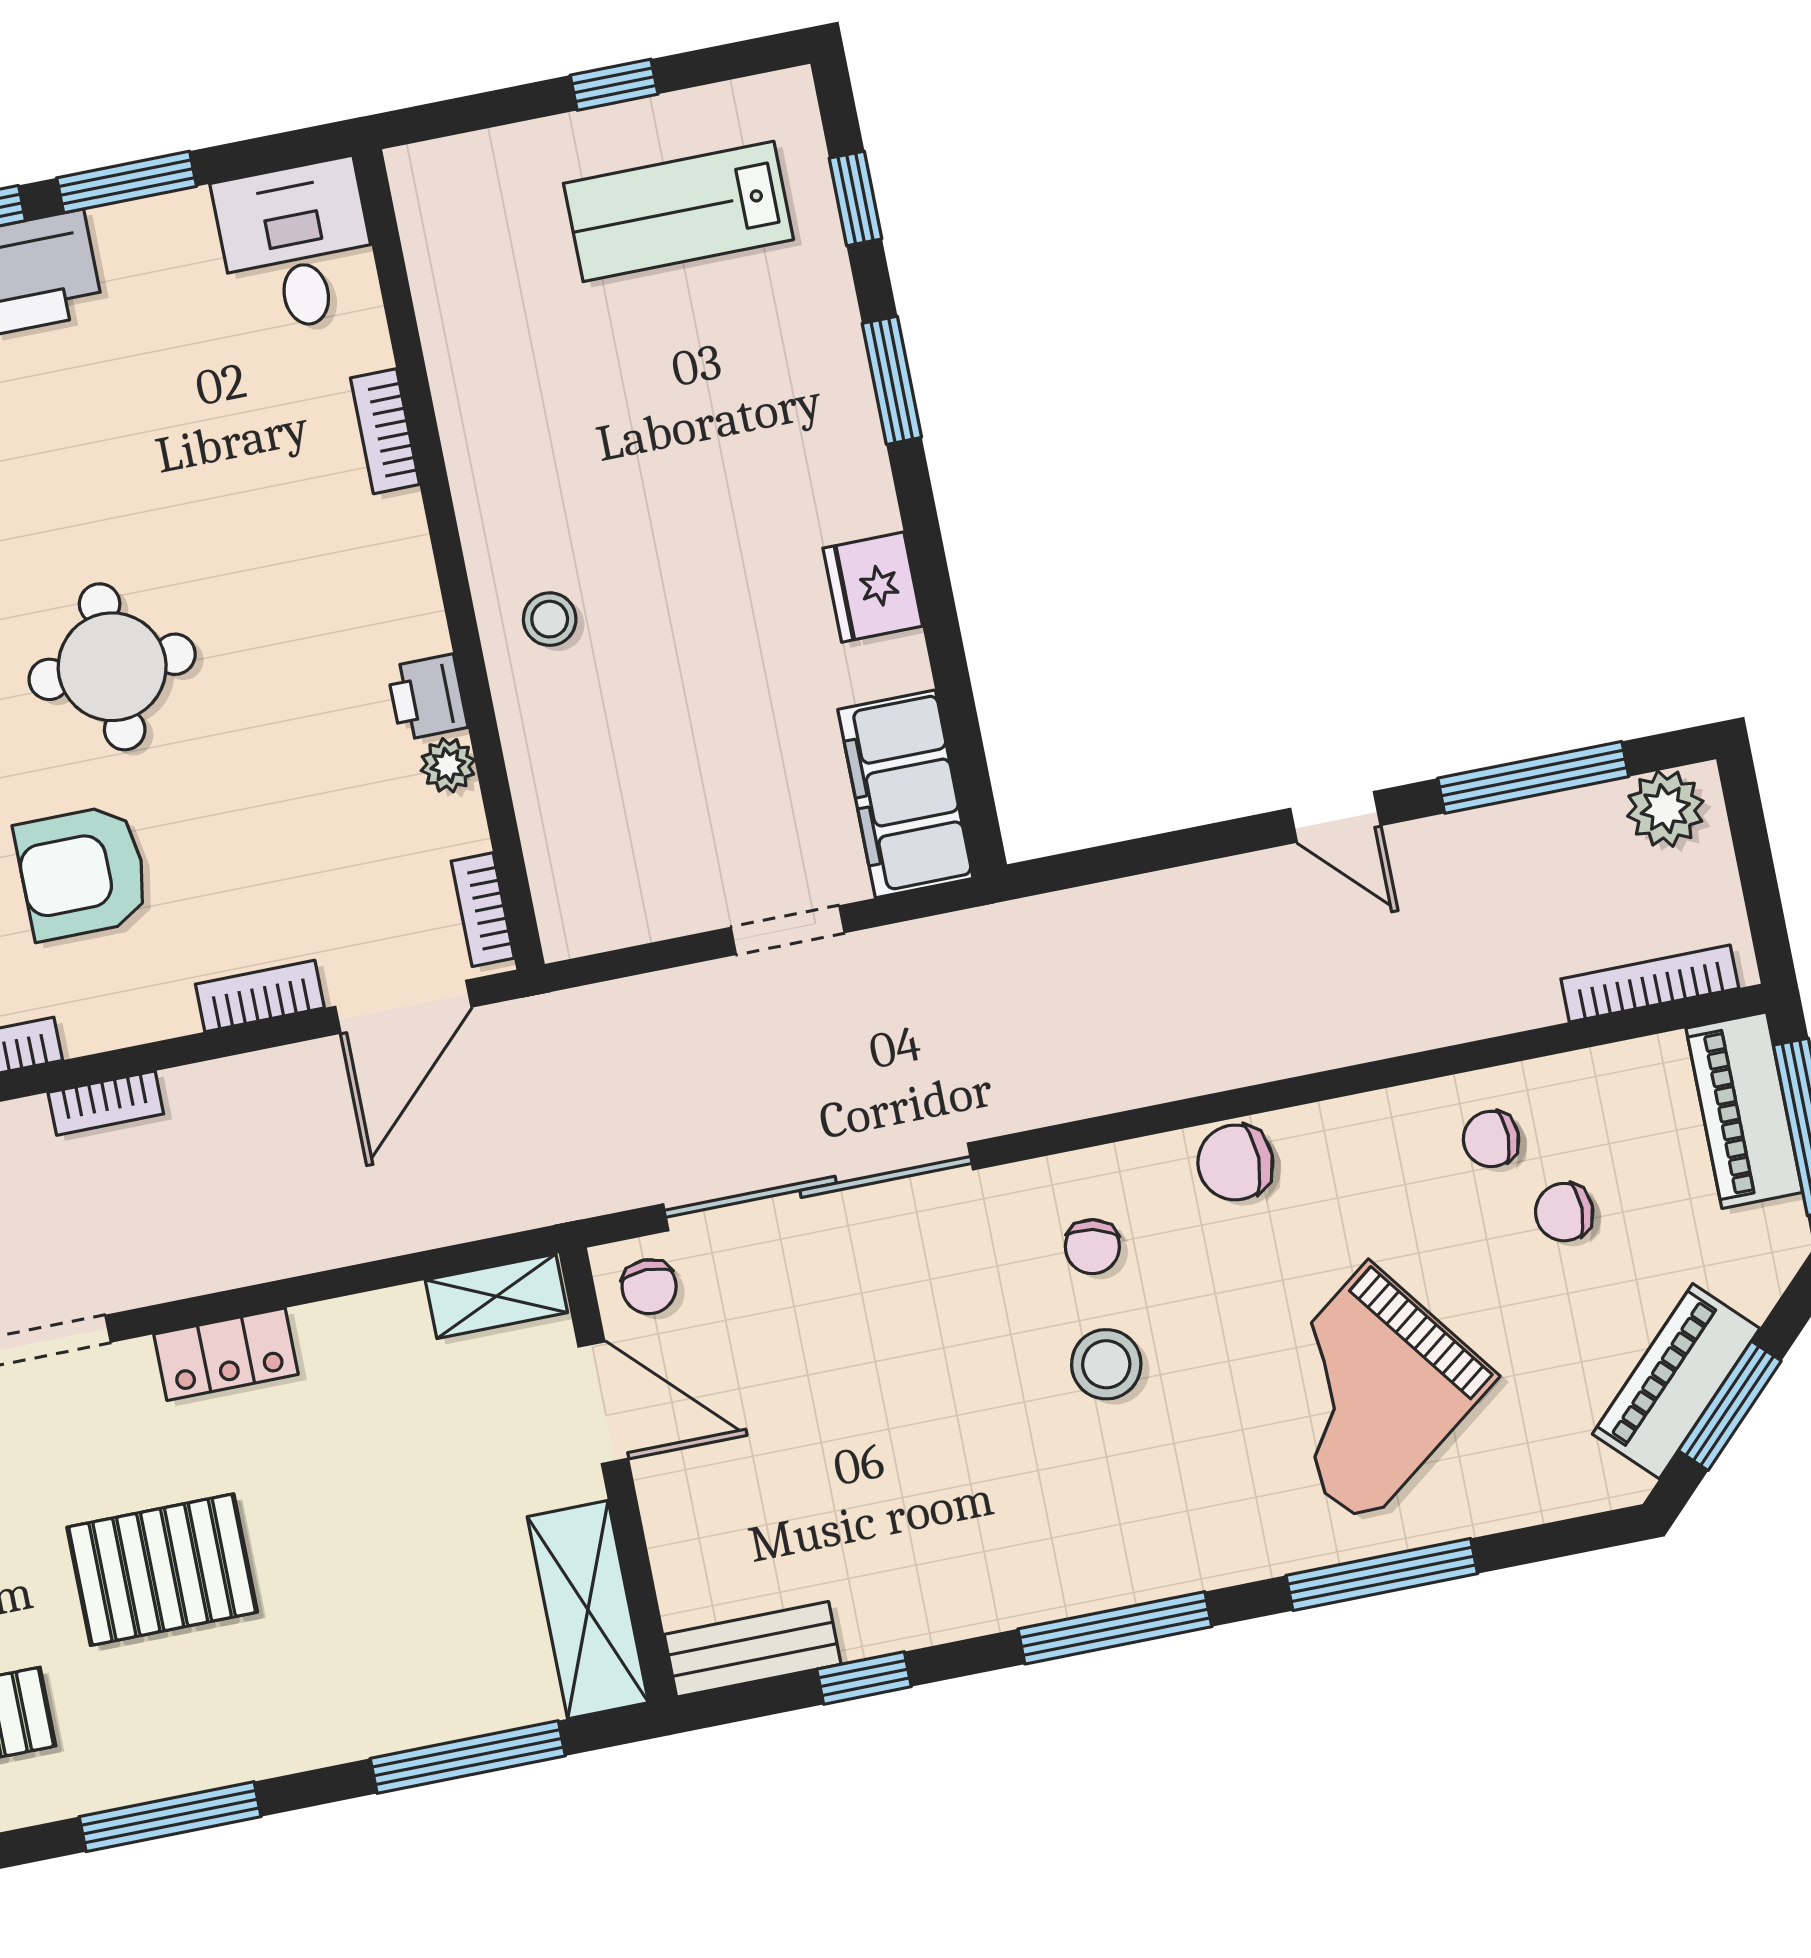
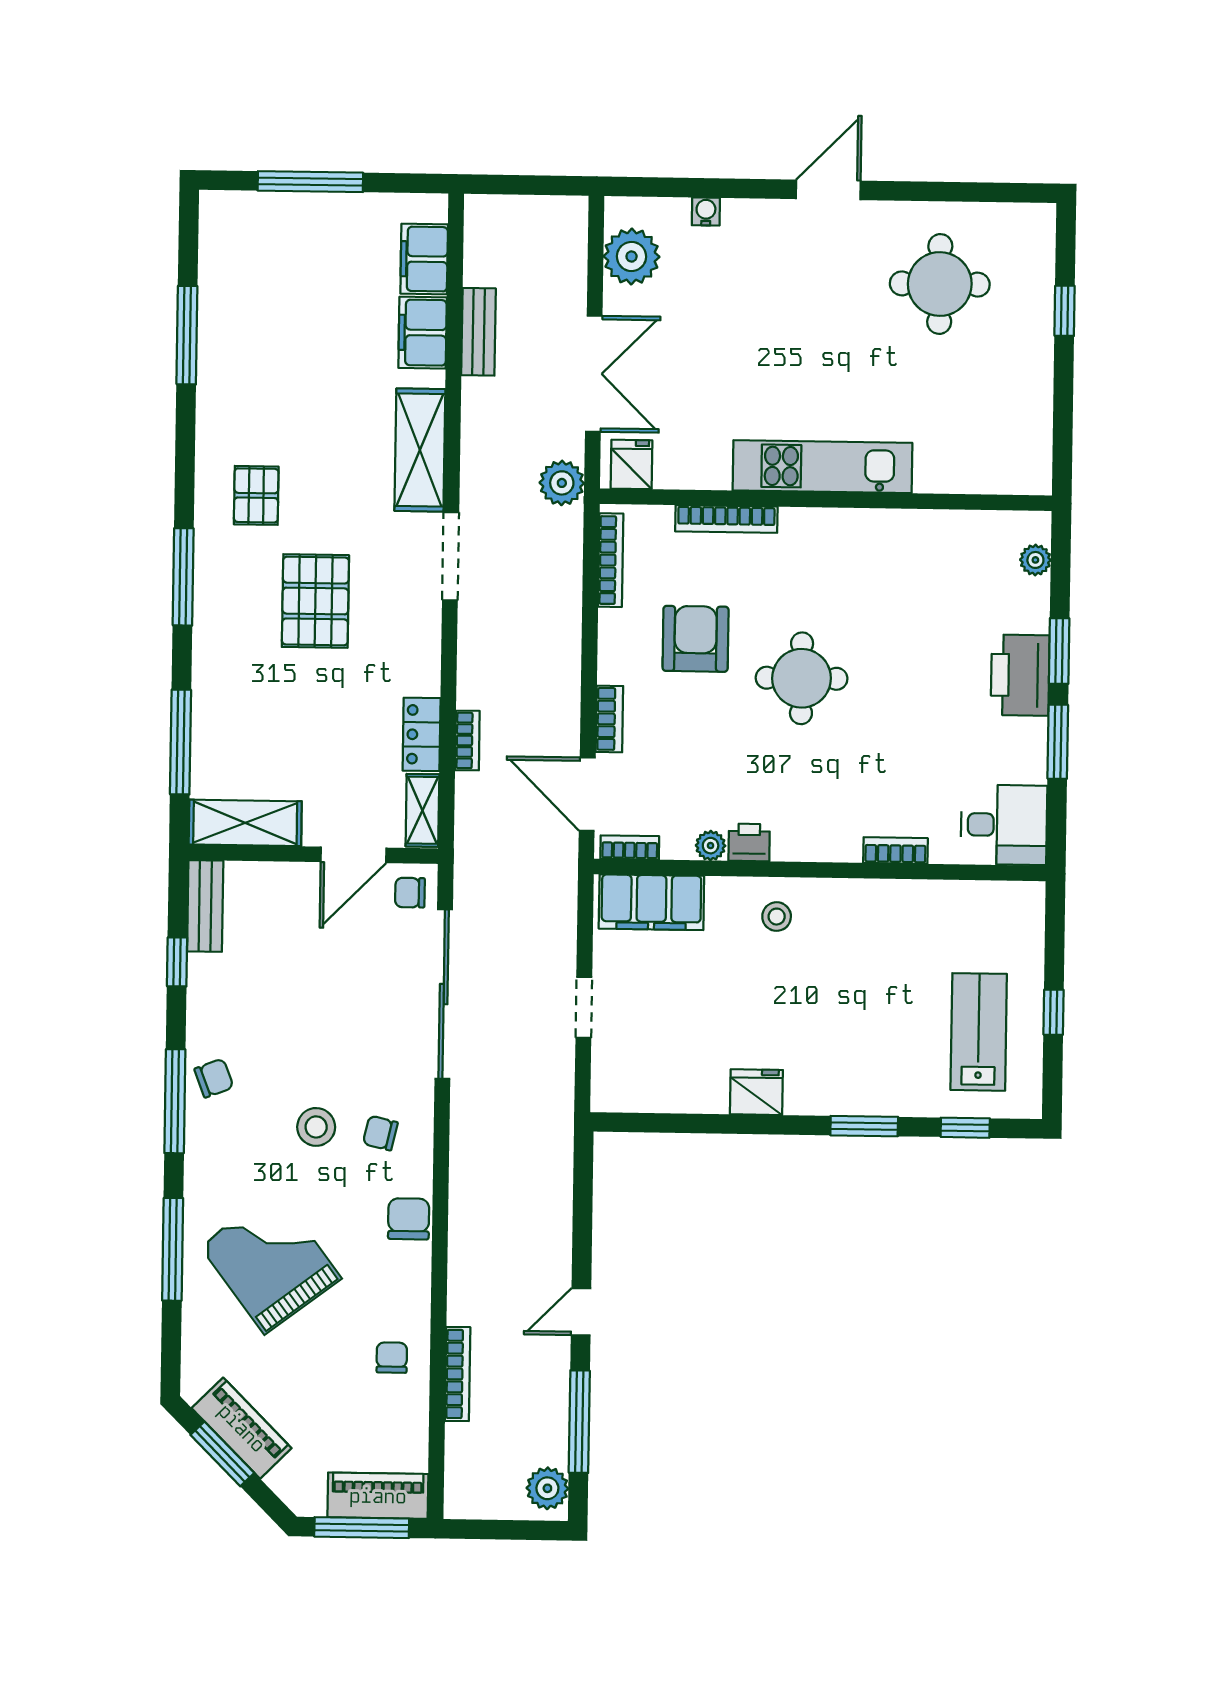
filing cabinet: (905, 794) -> (651, 902), moved, turned 180
bookcase: (1650, 984) -> (458, 1374), moved
bookcase: (106, 1103) -> (467, 741), moved, turned 180
chair: (1564, 1212) -> (214, 1078), moved, turned 69
locker: (226, 1354) -> (422, 734), moved

